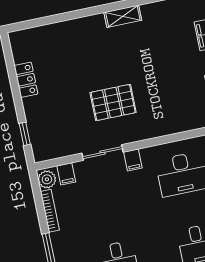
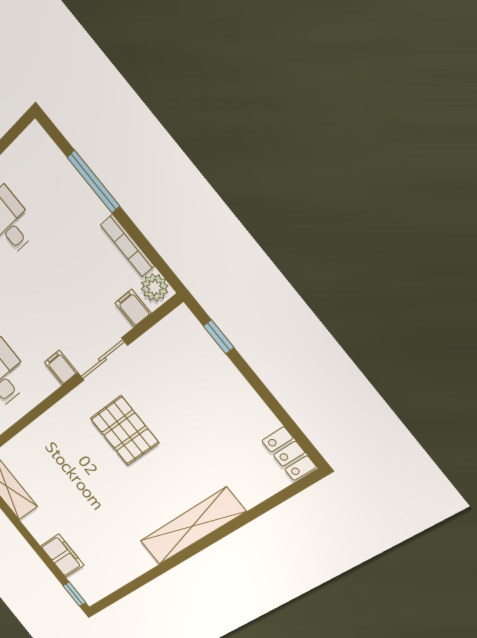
shelving: (123, 16) -> (192, 527), width x2.20, depth x1.33
locker: (26, 80) -> (289, 454), moved
pallet: (113, 102) -> (124, 431), turned 90

